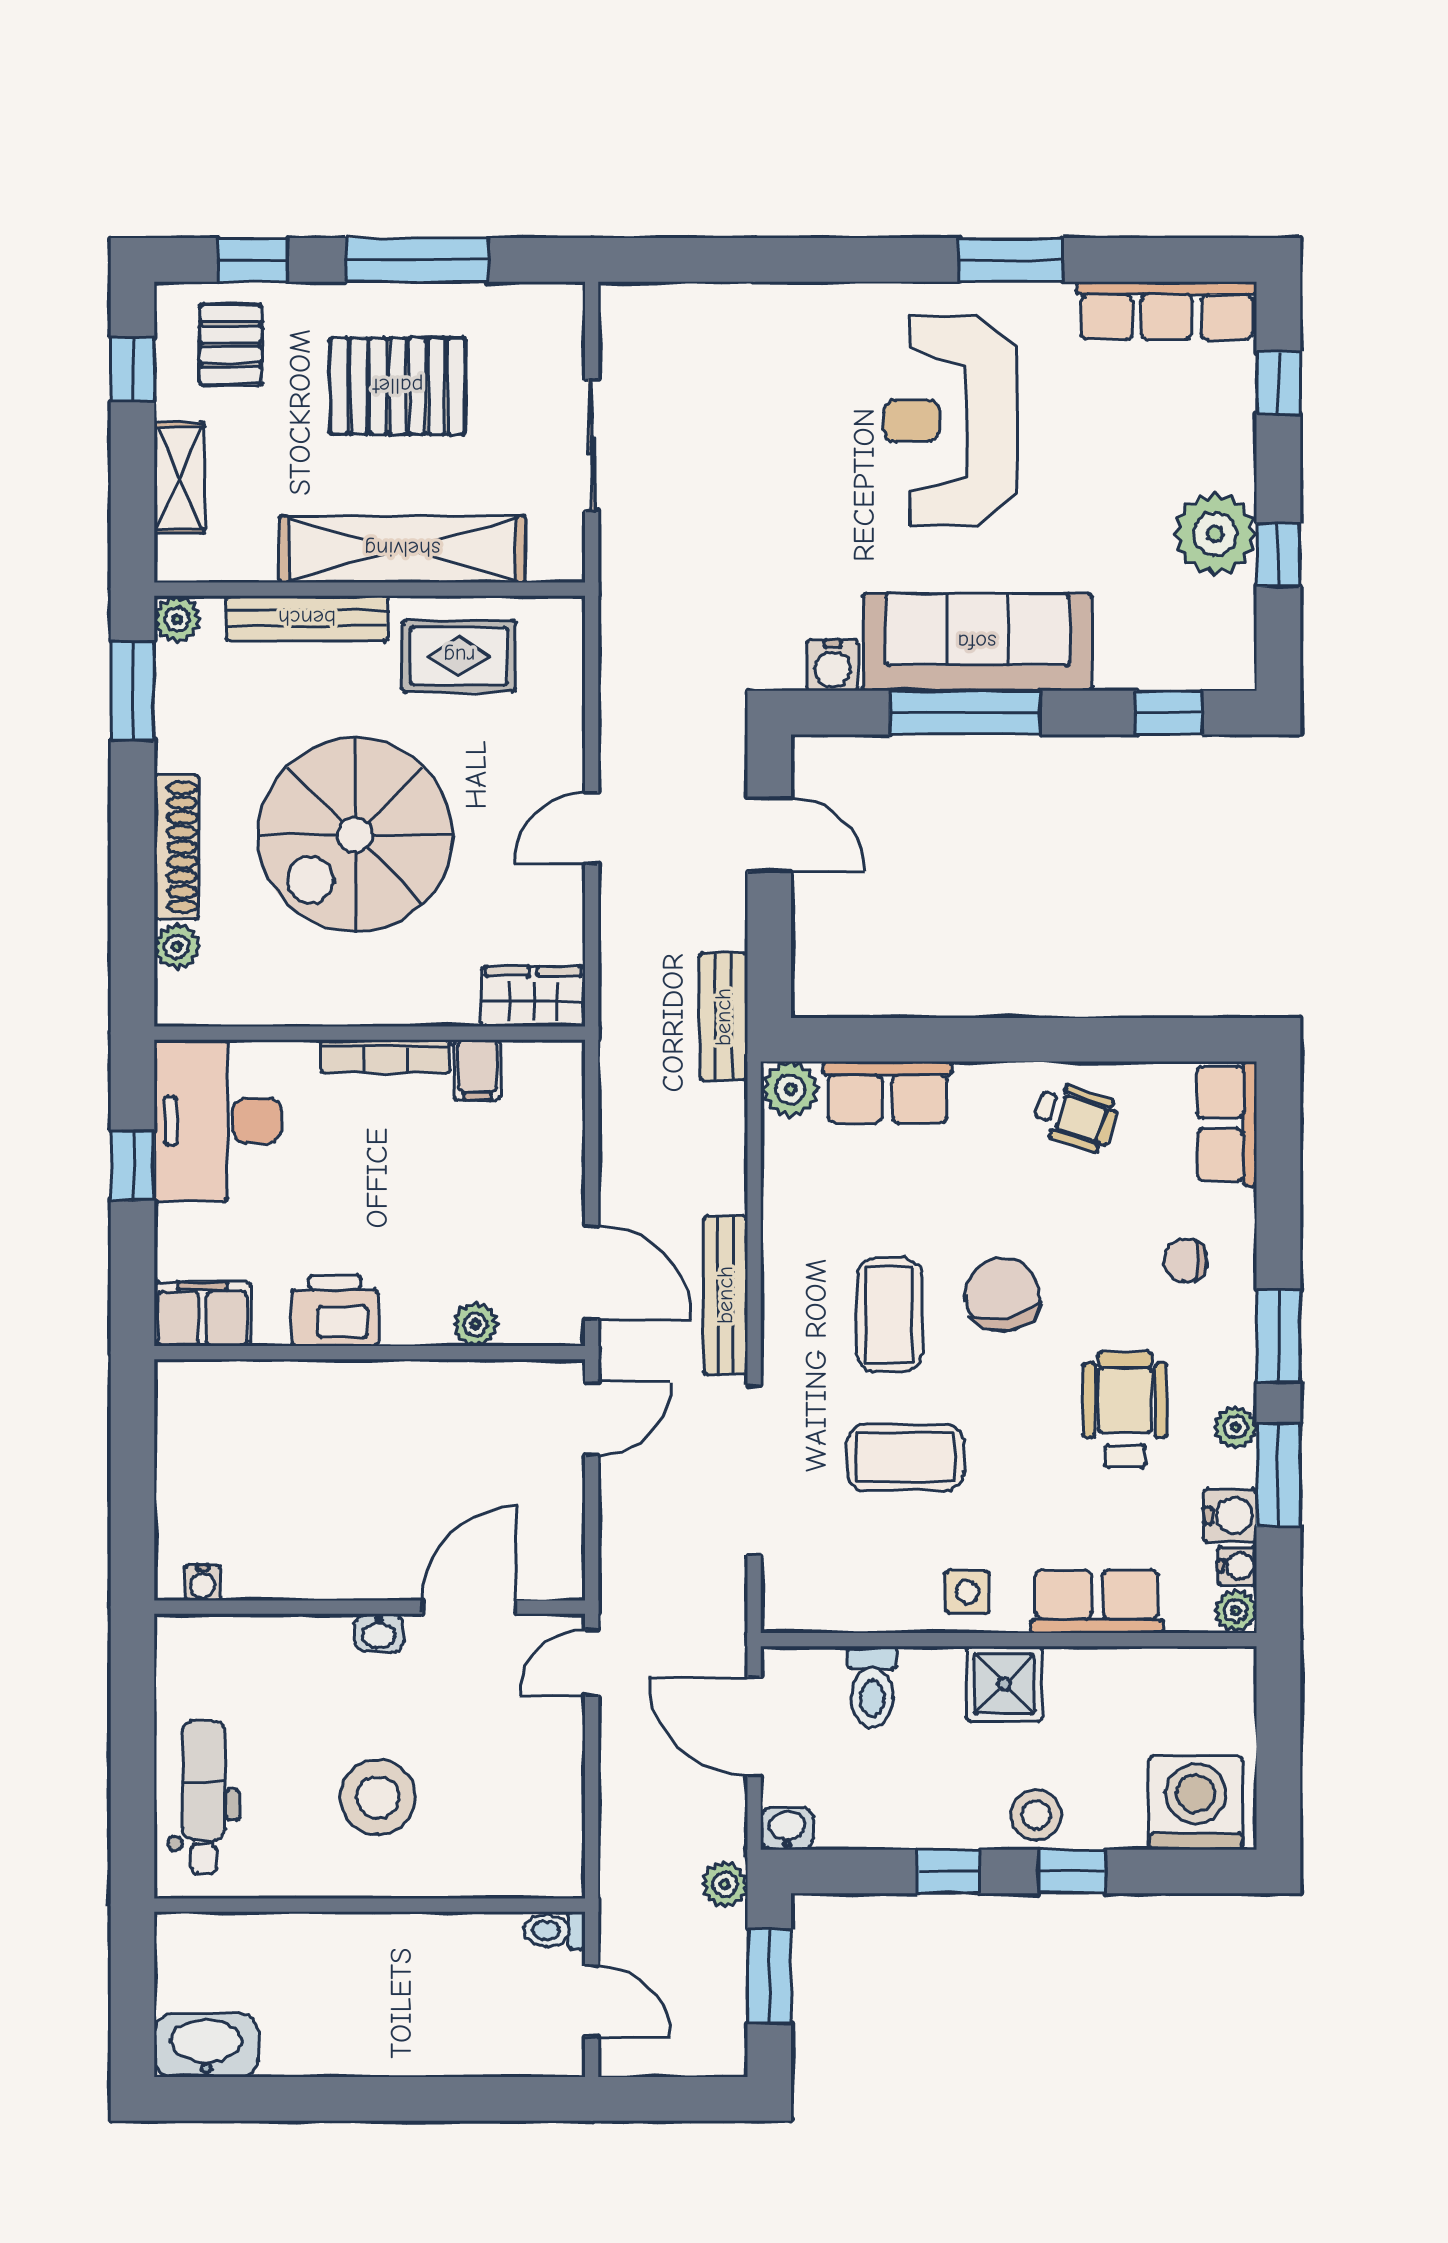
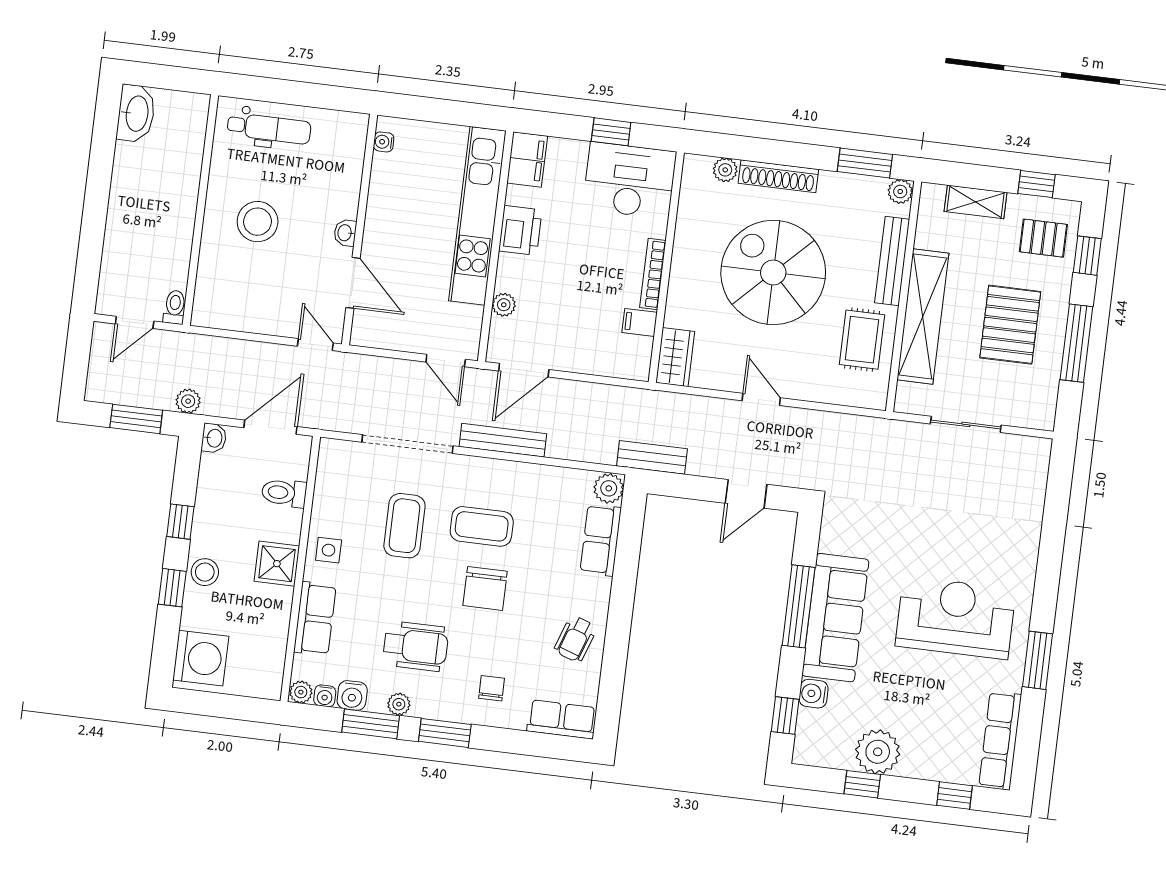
water cooler: (832, 665) -> (814, 694), moved
chair: (1003, 1295) -> (485, 588), turned 100
kitchen unit: (318, 1393) -> (477, 216), added

